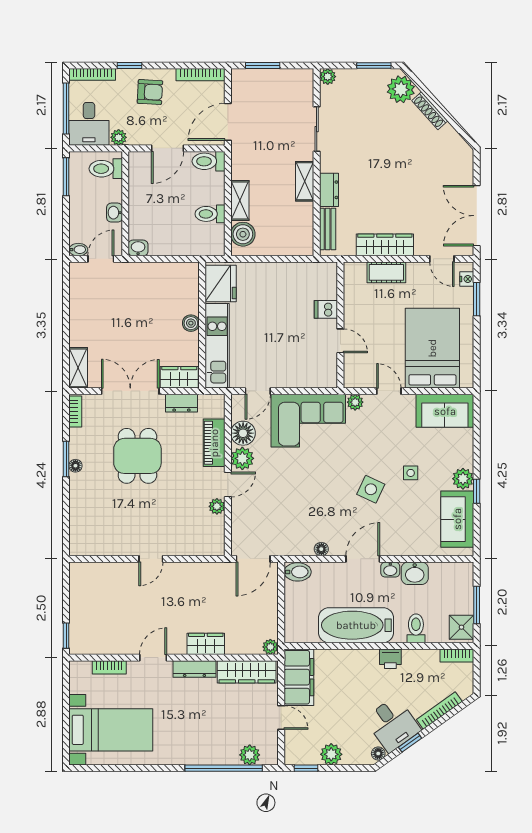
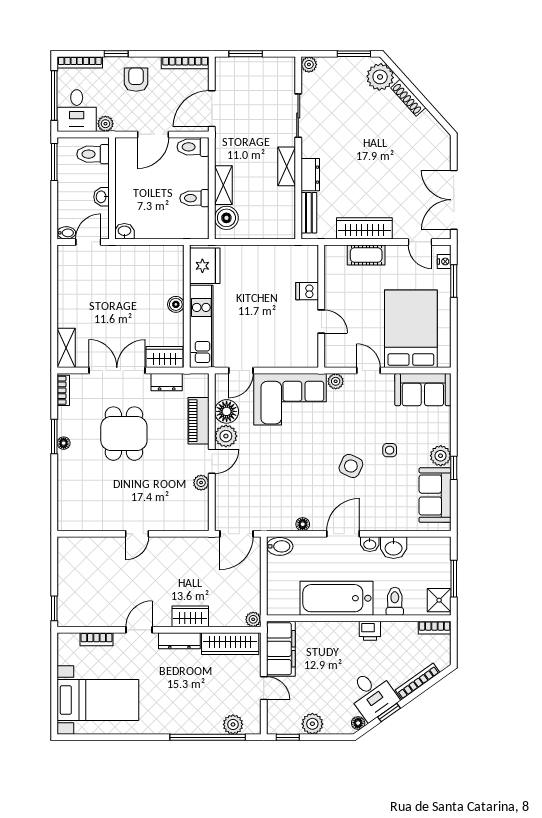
armchair: (150, 92) -> (136, 80), turned -93

